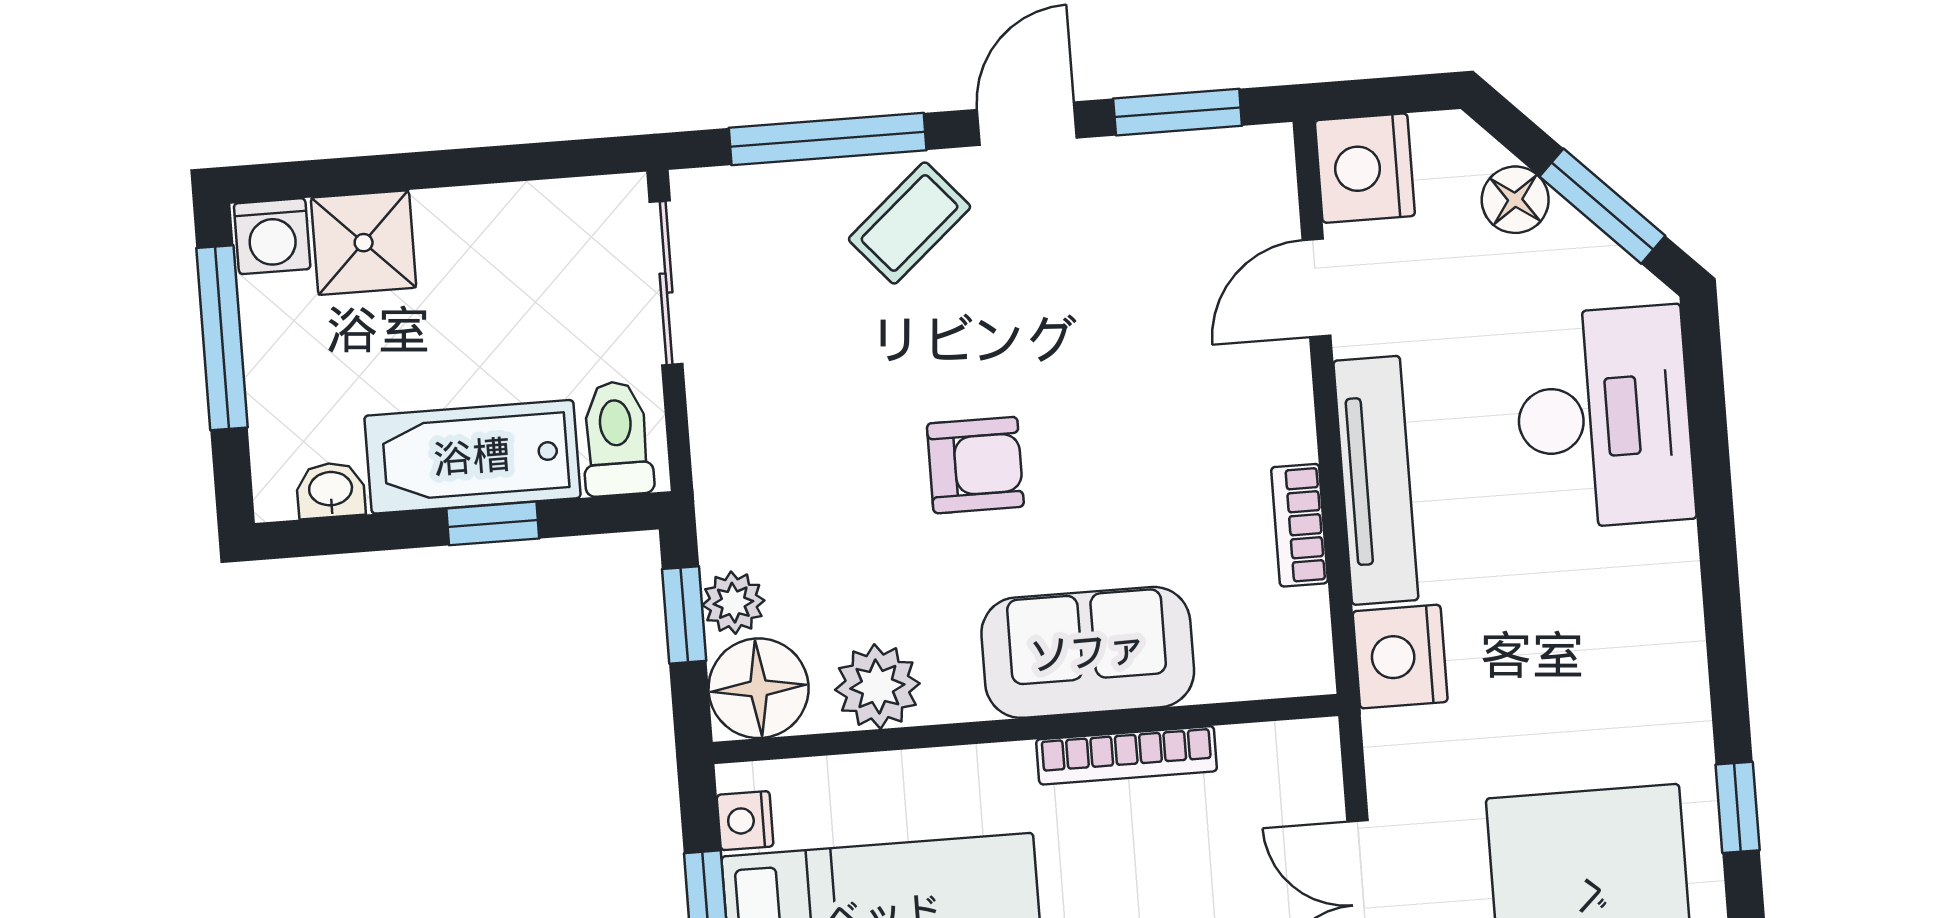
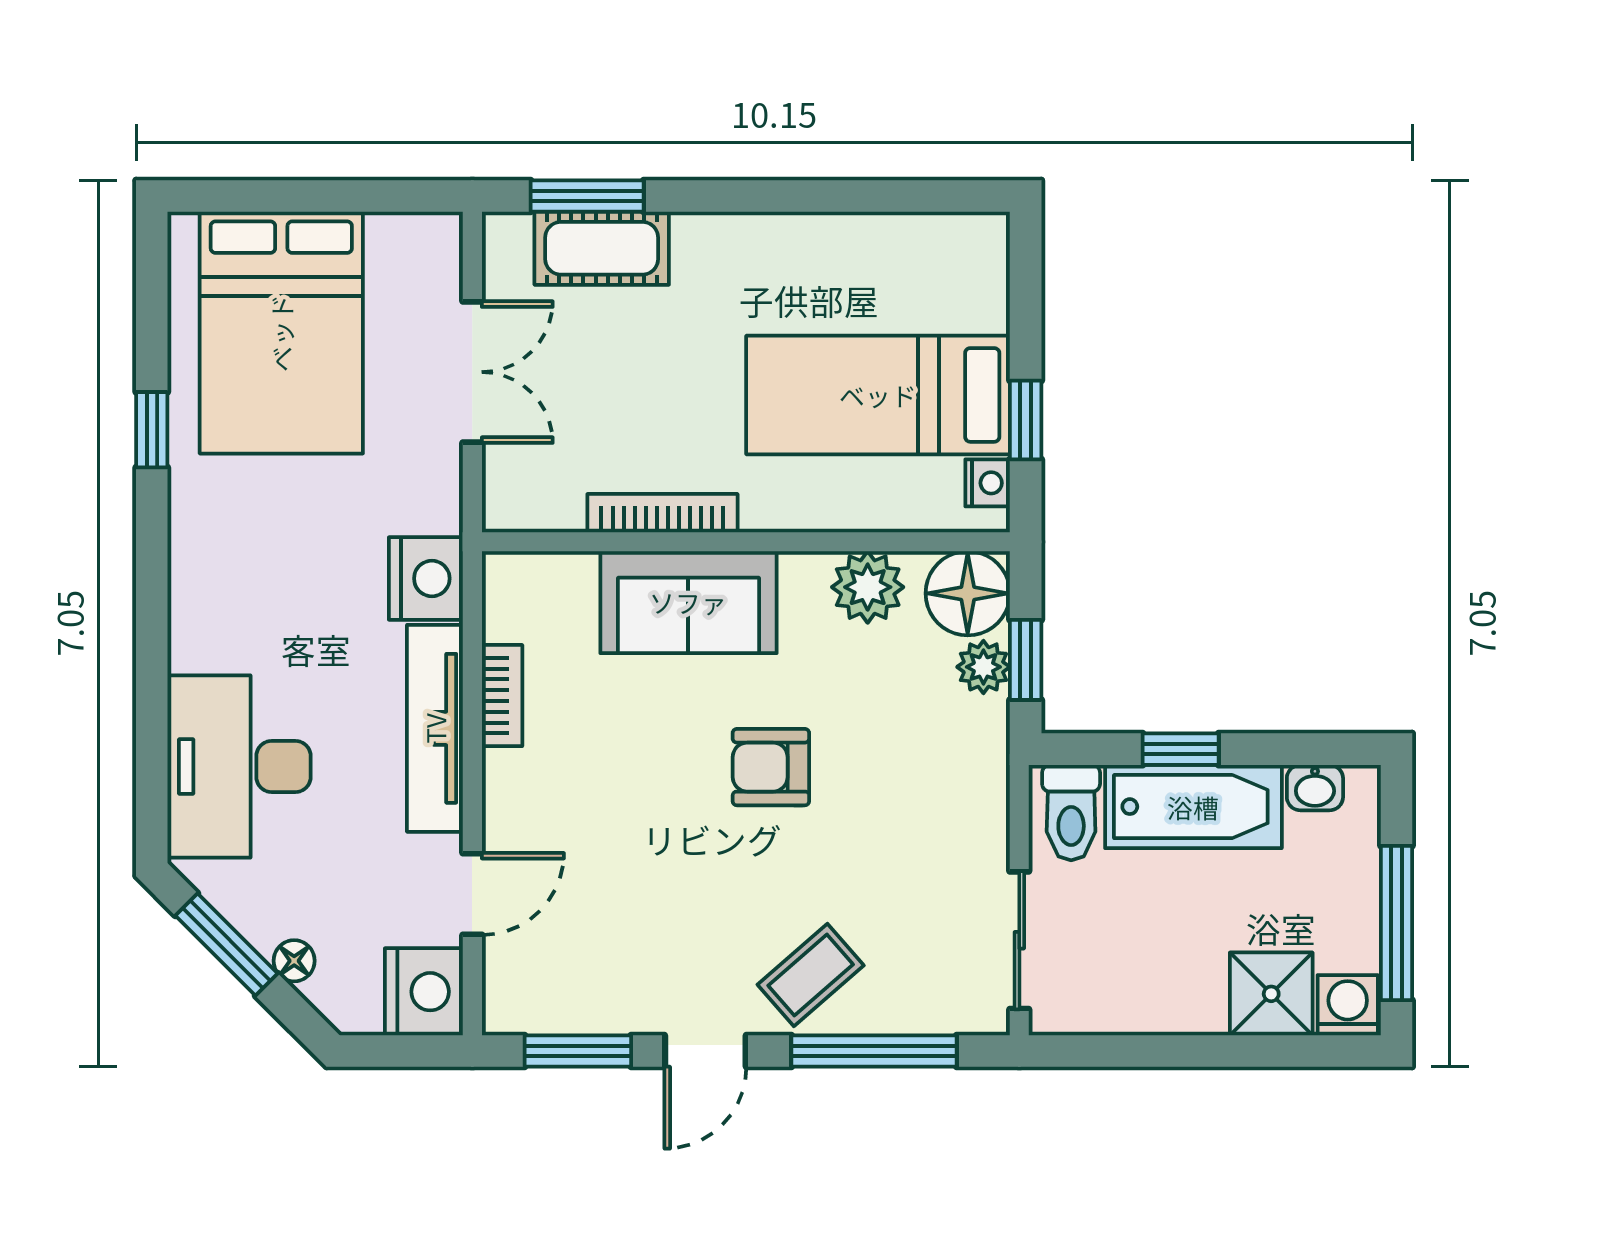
floor lamp: (1515, 200) -> (294, 961), width x0.73, depth x0.73

